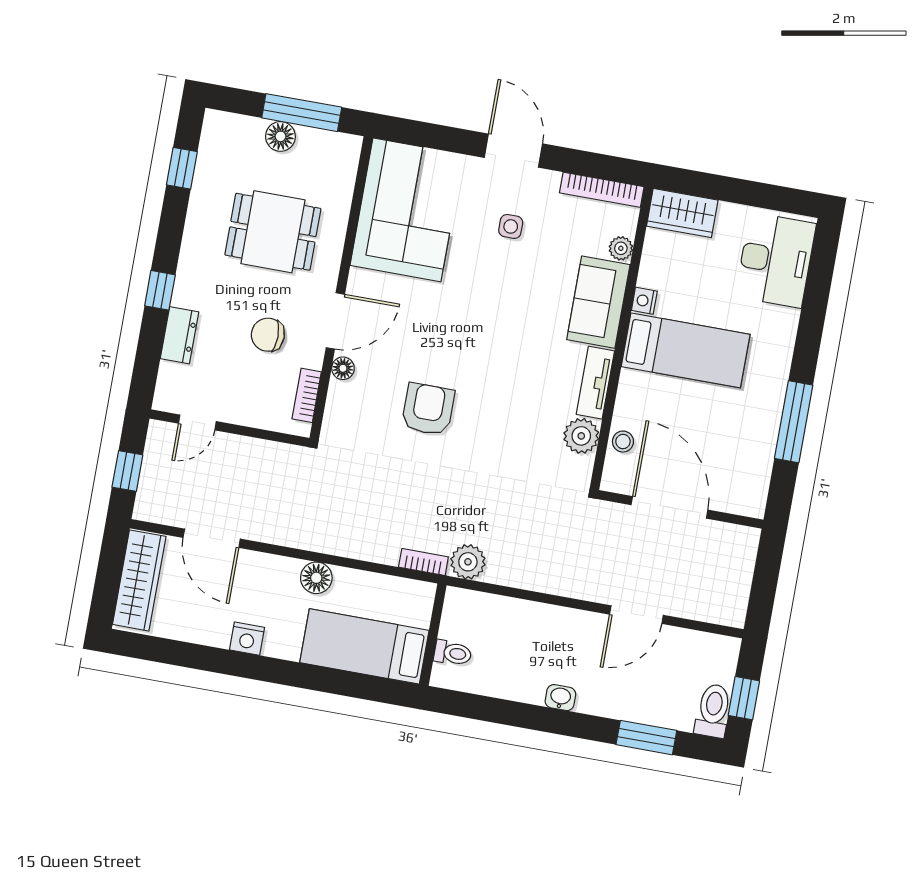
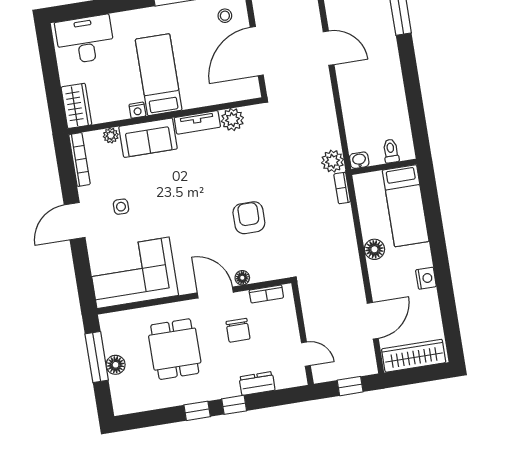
window: (182, 168) -> (197, 411), moved
armchair: (428, 409) -> (249, 218), turned 90
stool: (623, 442) -> (225, 16), moved
washbasin: (560, 698) -> (359, 160), moved, turned 90

